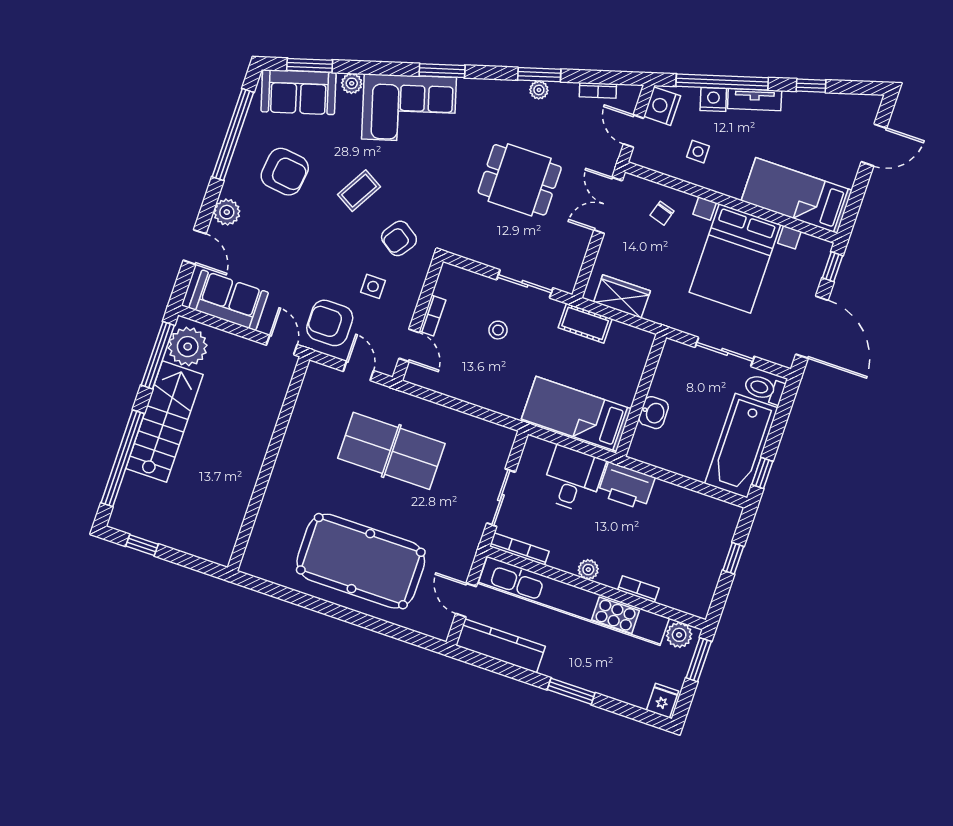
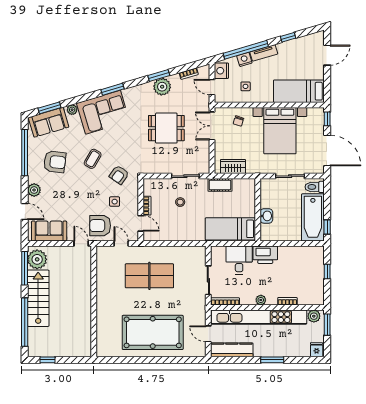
plant: (539, 90) -> (162, 87), width x1.88, depth x1.88

